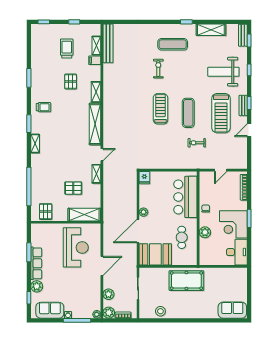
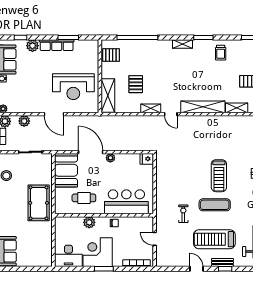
treadmill: (161, 109) -> (219, 176), turned 90

